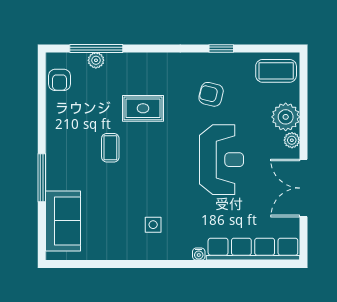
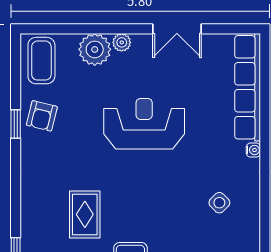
armchair: (211, 94) -> (42, 116), moved
double door: (303, 188) -> (177, 29), width x0.73
side table: (153, 225) -> (219, 203), turned 45

